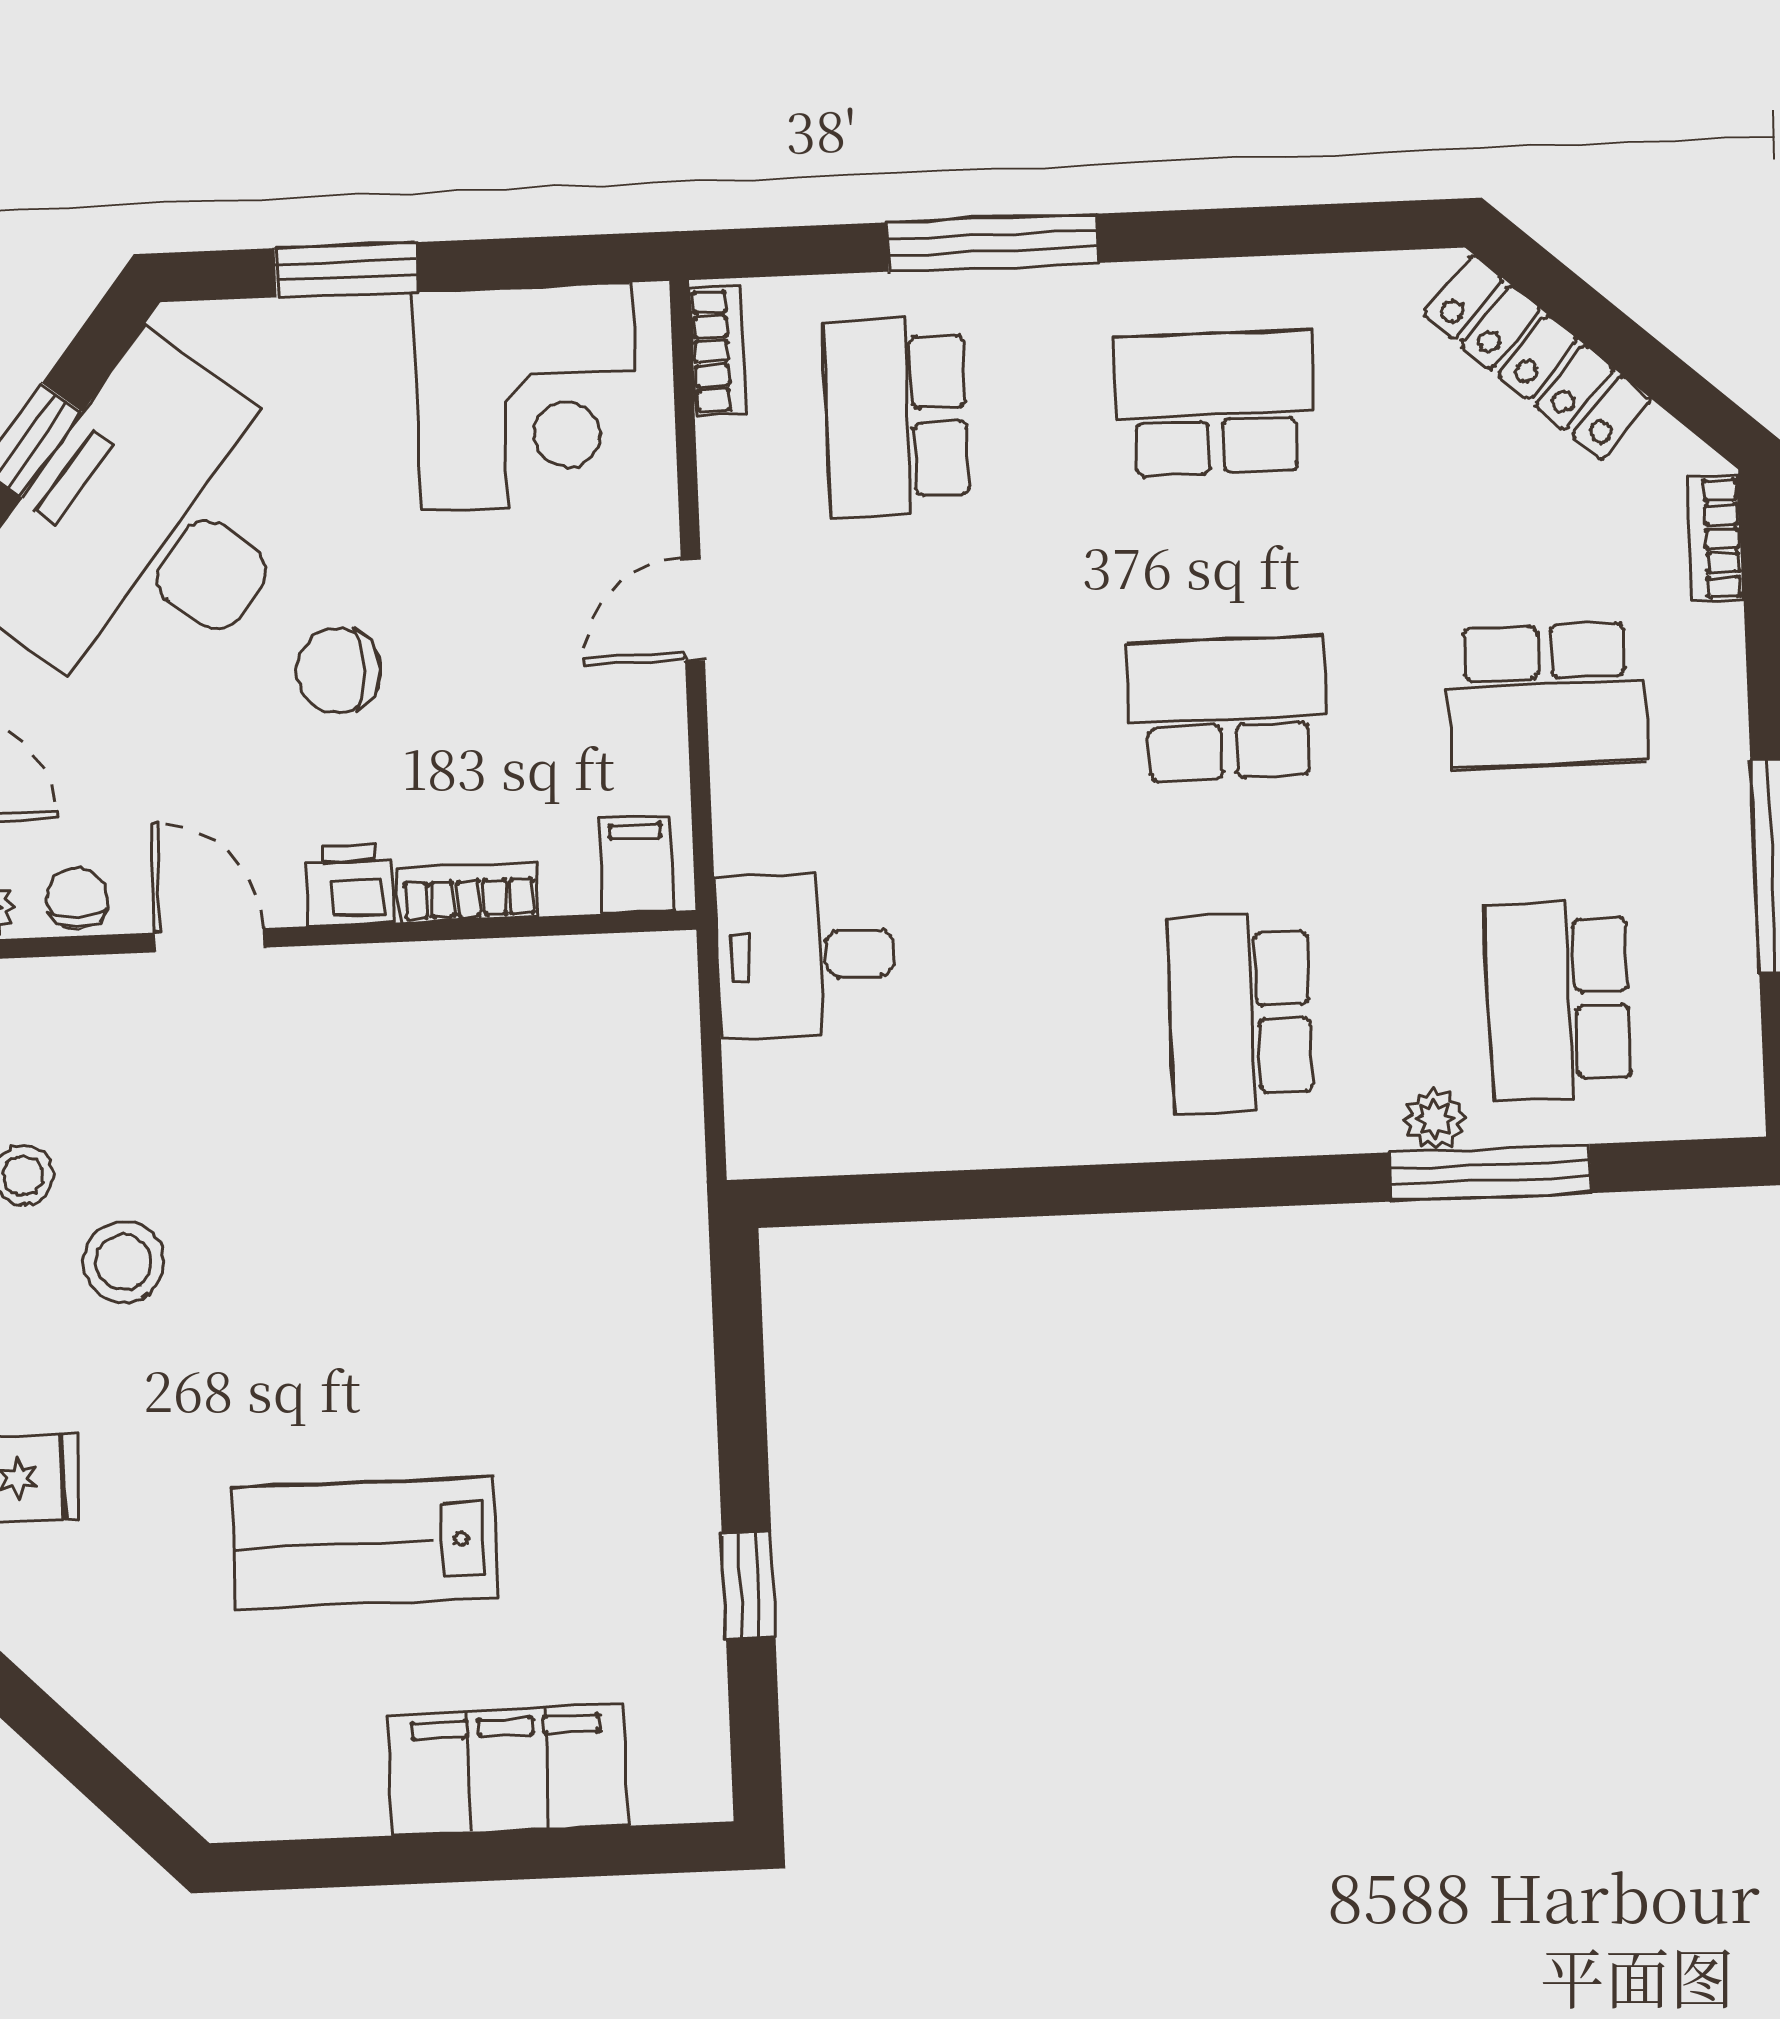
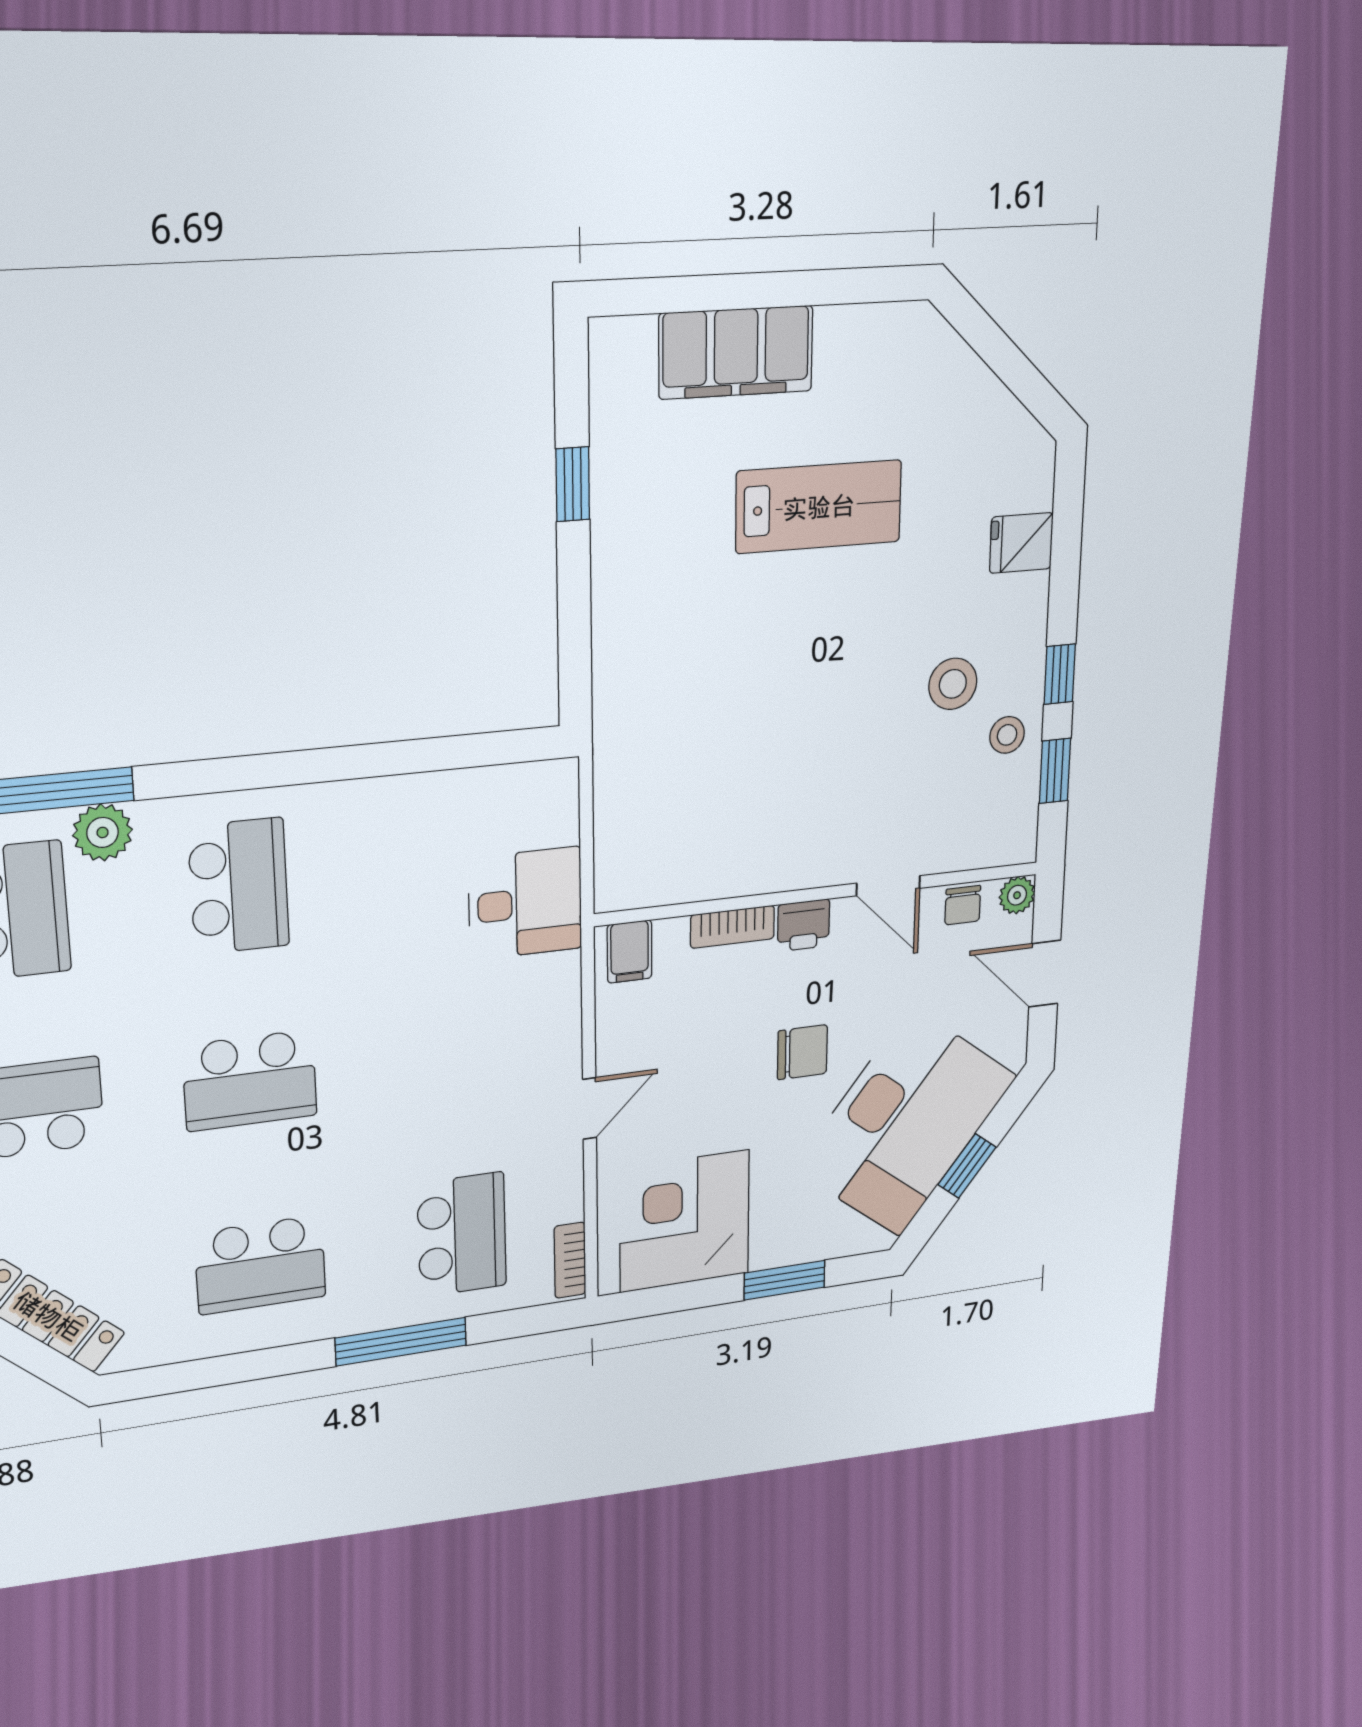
plant: (1435, 1119) -> (103, 832), width x1.38, depth x1.38

